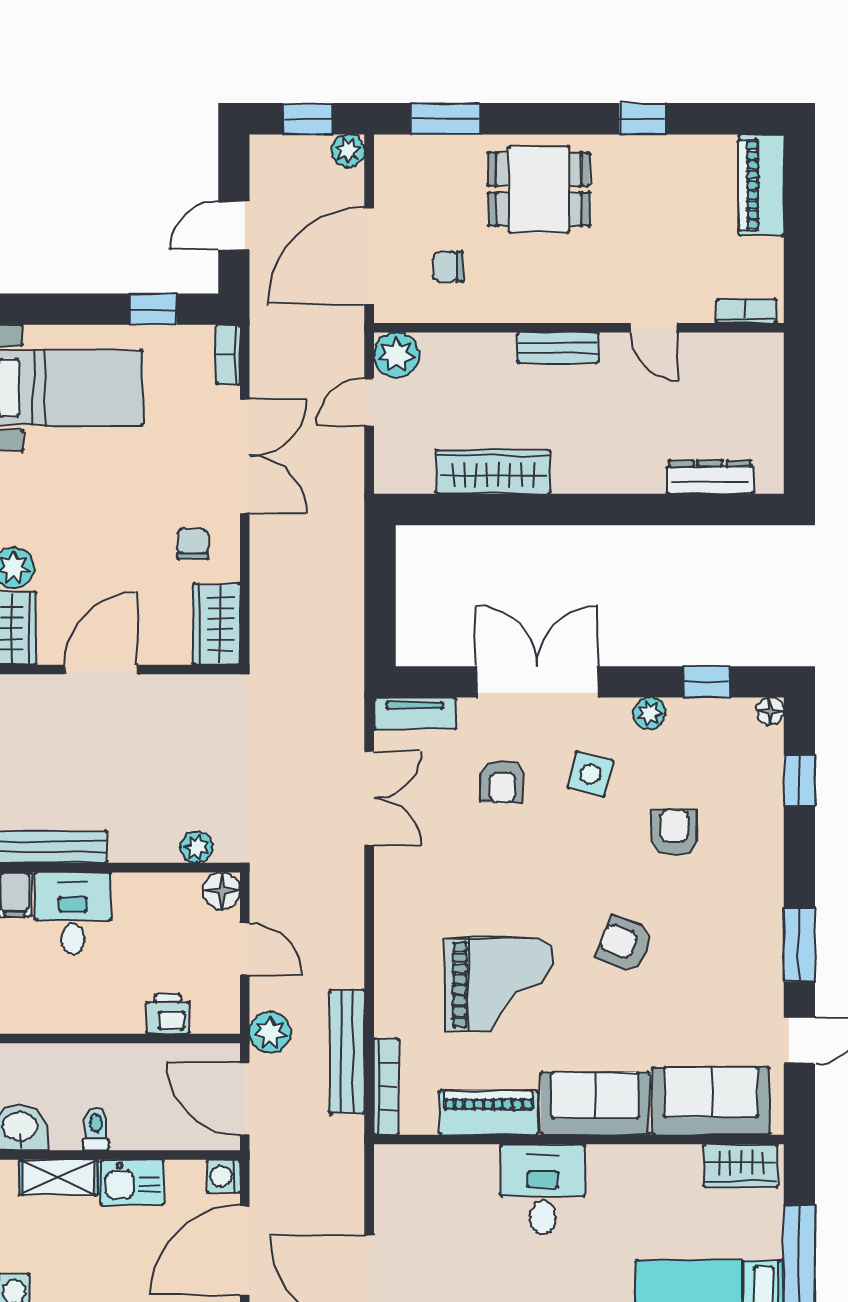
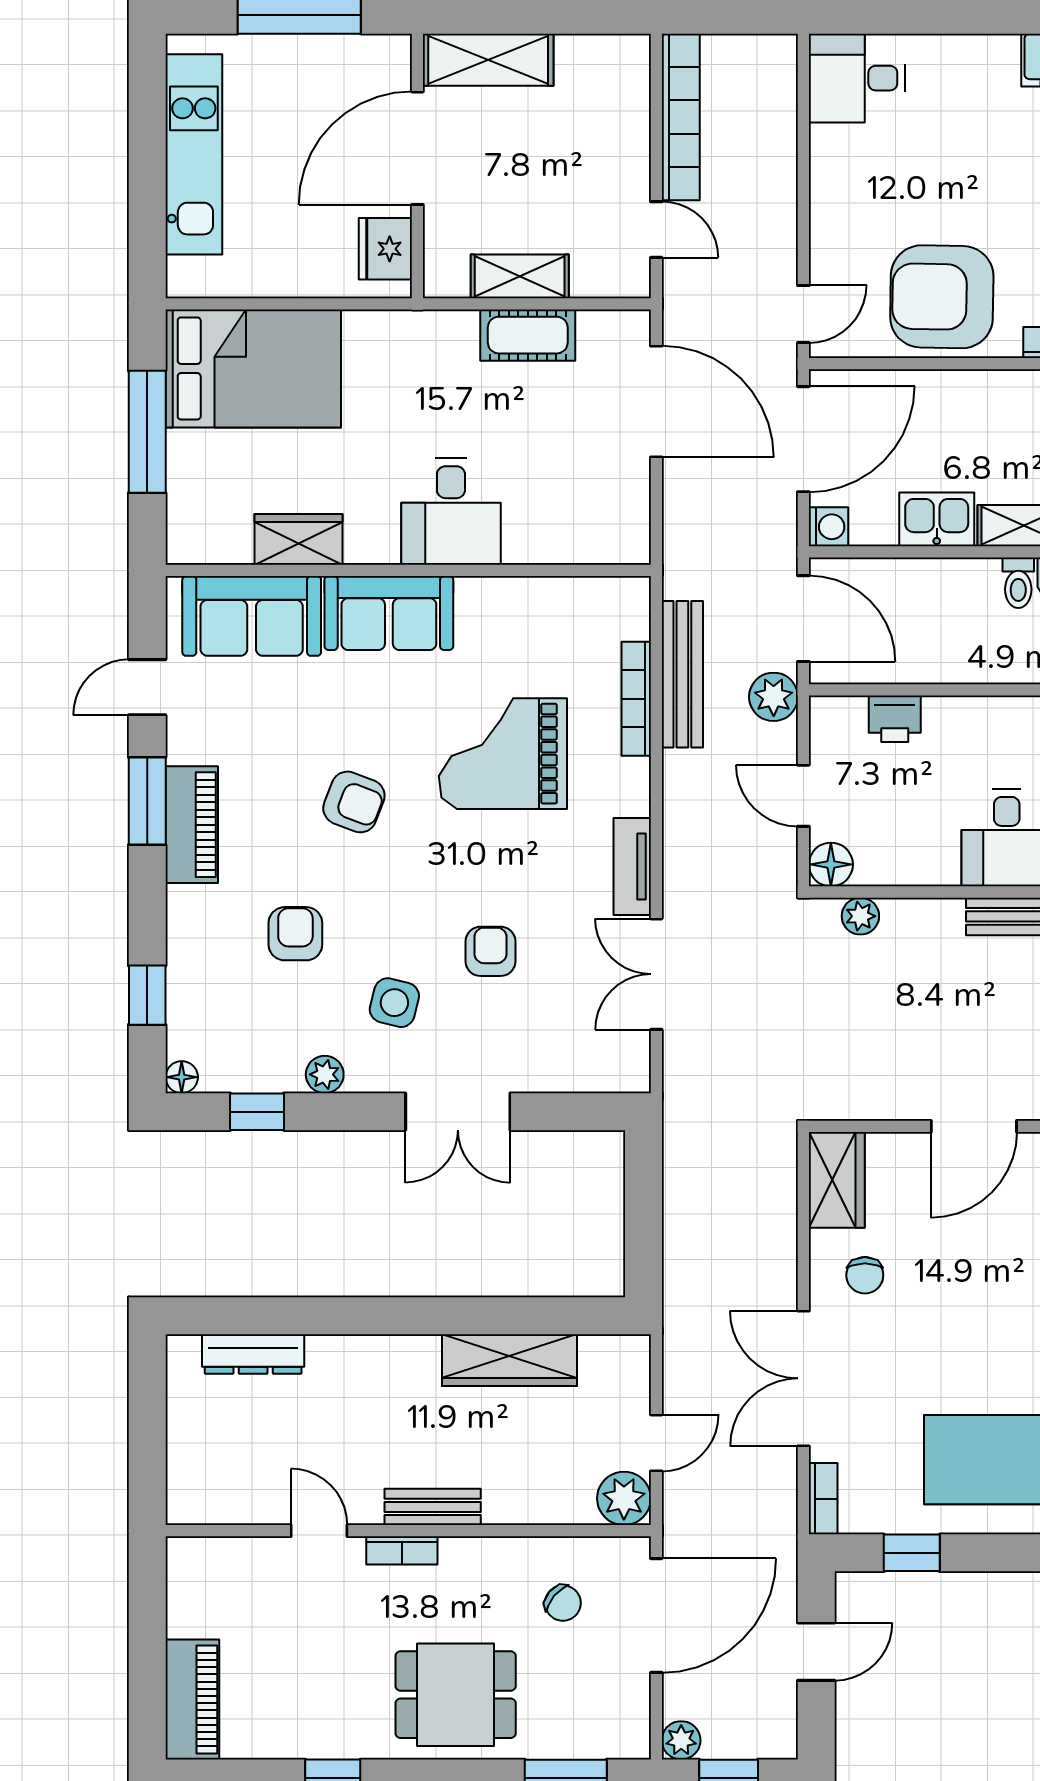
chair: (448, 267) -> (563, 1603), turned 40
bookcase: (746, 311) -> (402, 1550), moved
double door: (537, 682) -> (458, 1112), width x0.73
tv unit: (415, 713) -> (632, 867), moved, turned -90
armchair: (502, 781) -> (490, 951), moved
armchair: (674, 832) -> (295, 934), turned 180
bookcase: (386, 1087) -> (636, 699), moved
piano: (488, 1113) -> (192, 825), moved, turned -90
toilet: (96, 1129) -> (1018, 583), moved
wardrobe: (741, 1166) -> (298, 539), moved

